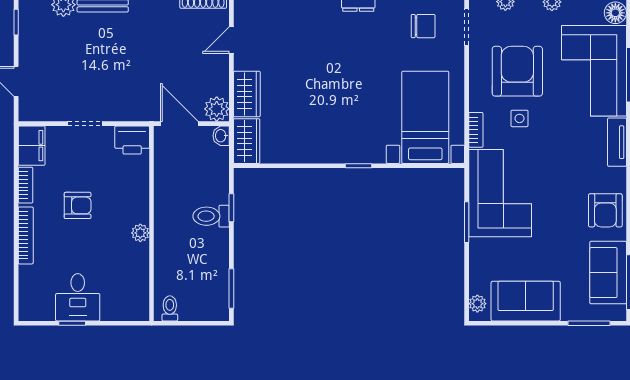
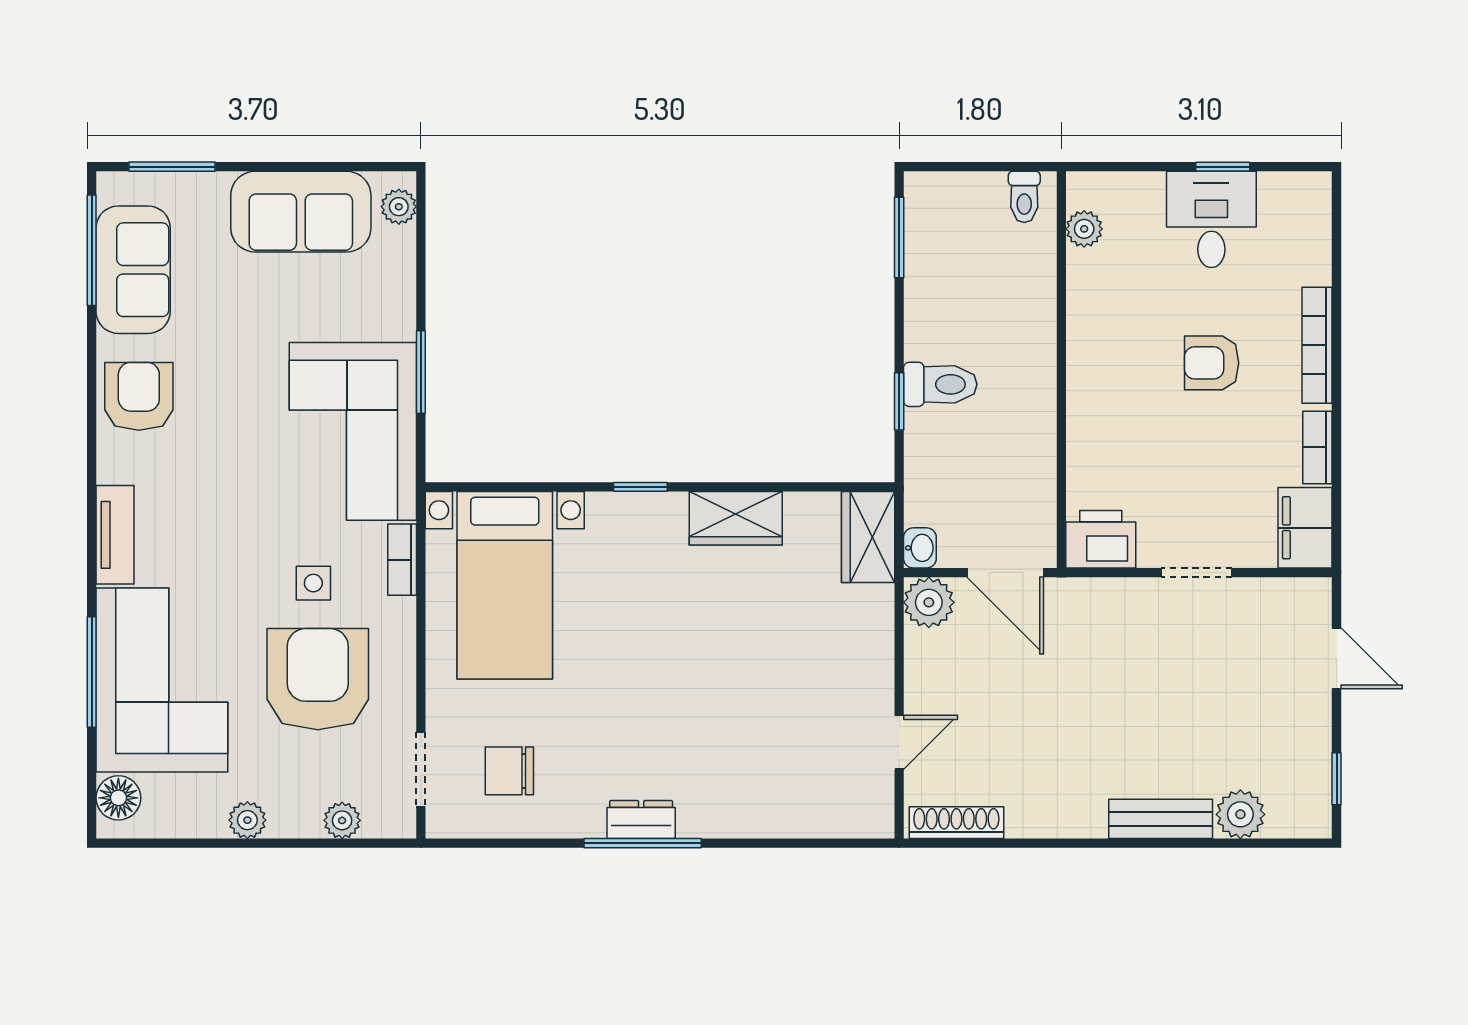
armchair: (517, 71) -> (318, 679), turned 180
wardrobe: (247, 94) -> (736, 518), moved, turned -90
armchair: (78, 205) -> (1212, 363), moved
plant: (140, 233) -> (1084, 229), moved

